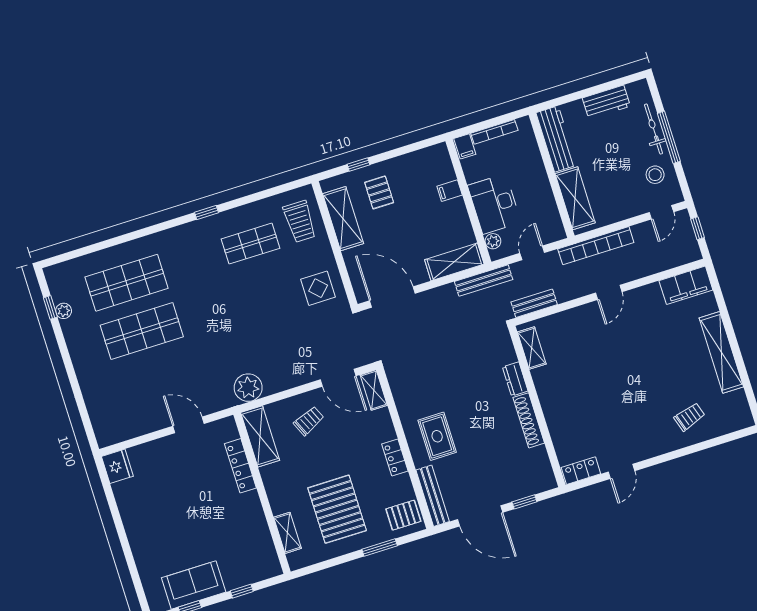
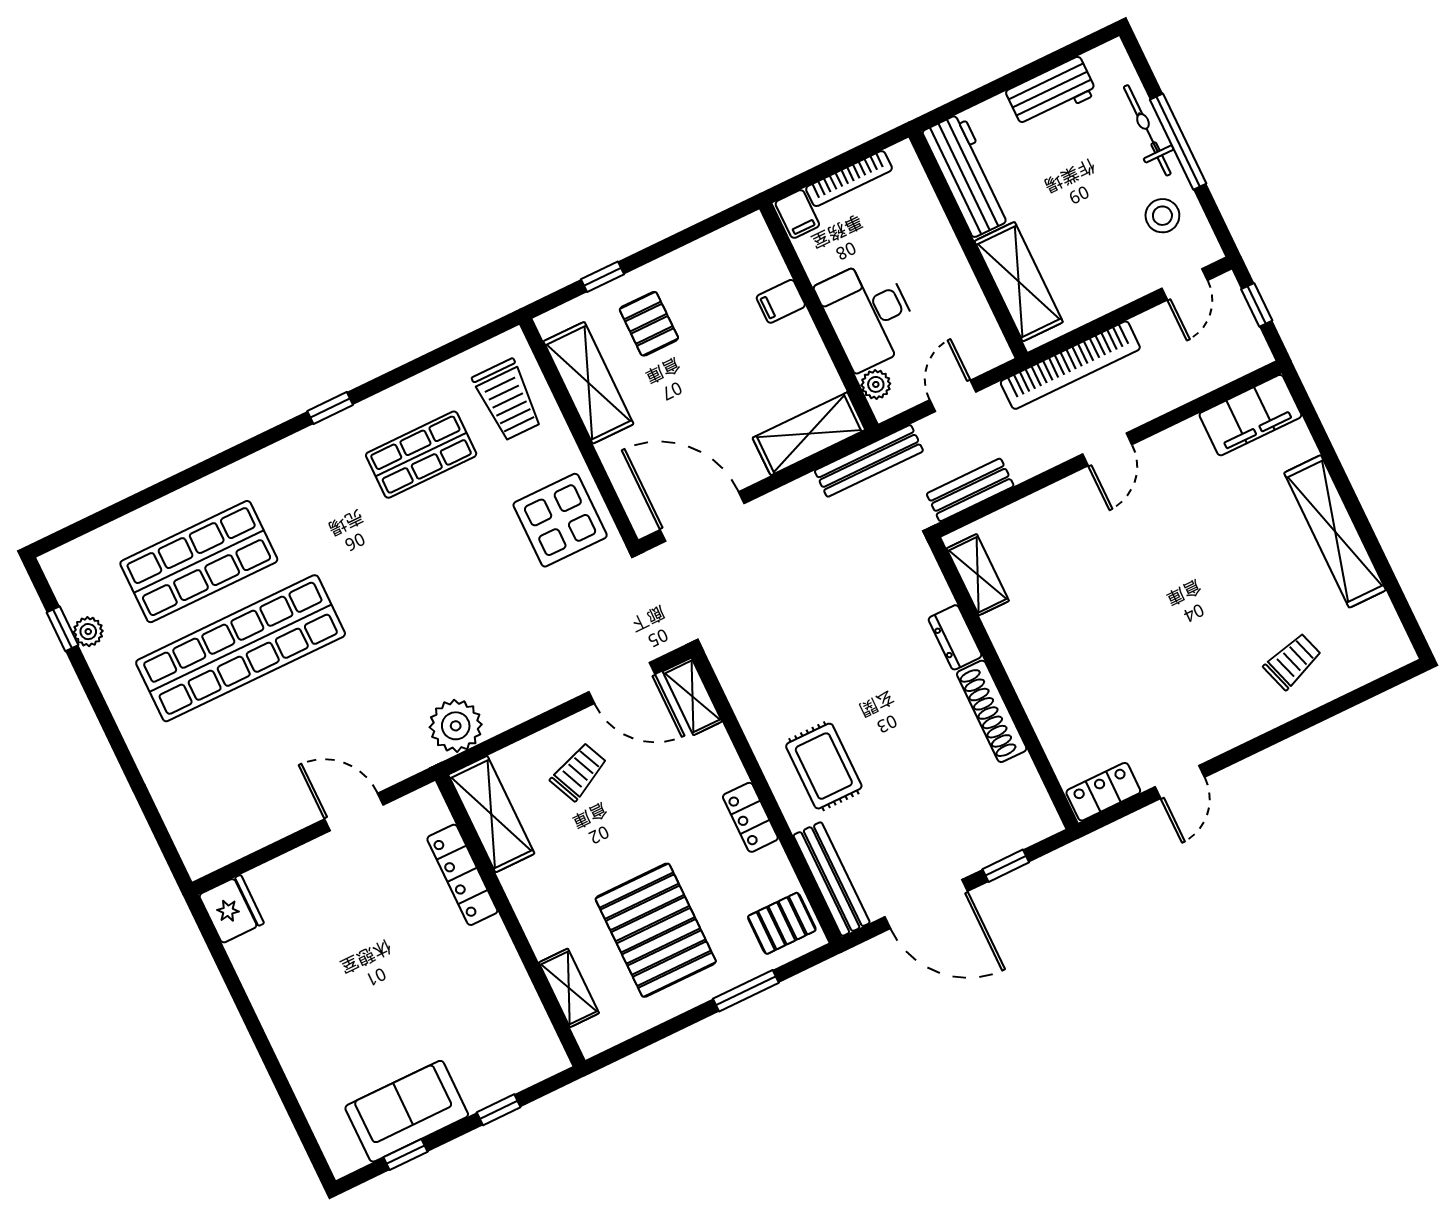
display table: (318, 288) -> (560, 520), width x1.36, depth x1.36
shop shelf: (142, 331) -> (241, 648), width x1.40

